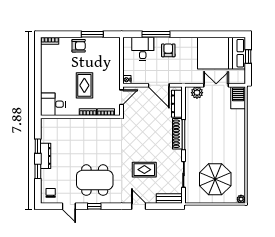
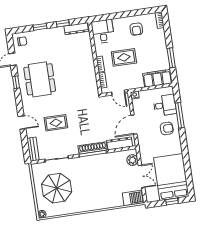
armchair: (79, 46) -> (136, 29), moved
filing cabinet: (112, 53) -> (157, 78), added
dresser: (46, 156) -> (76, 29), moved
rug: (144, 170) -> (56, 123), turned 90
door: (139, 206) -> (22, 123), hinge flipped

